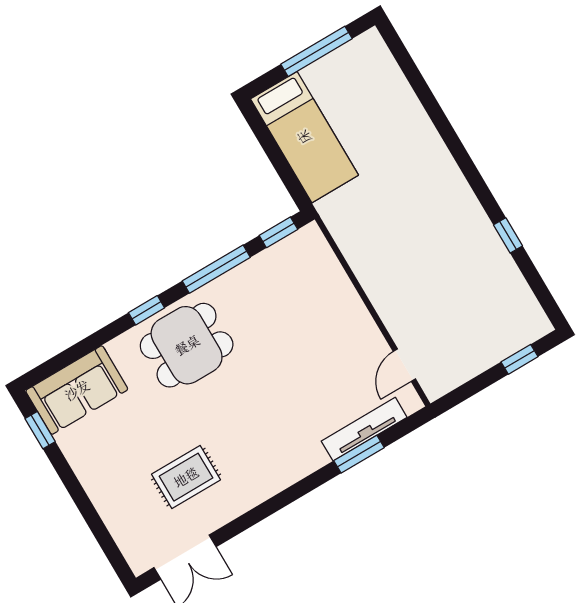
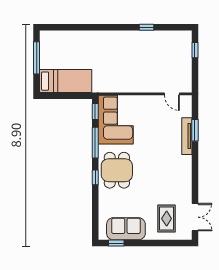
corner sofa: (286, 283) -> (116, 120), added
sofa: (77, 390) -> (126, 229), moved, turned -90
tv unit: (364, 429) -> (187, 136), moved
rug: (186, 477) -> (167, 219), moved

